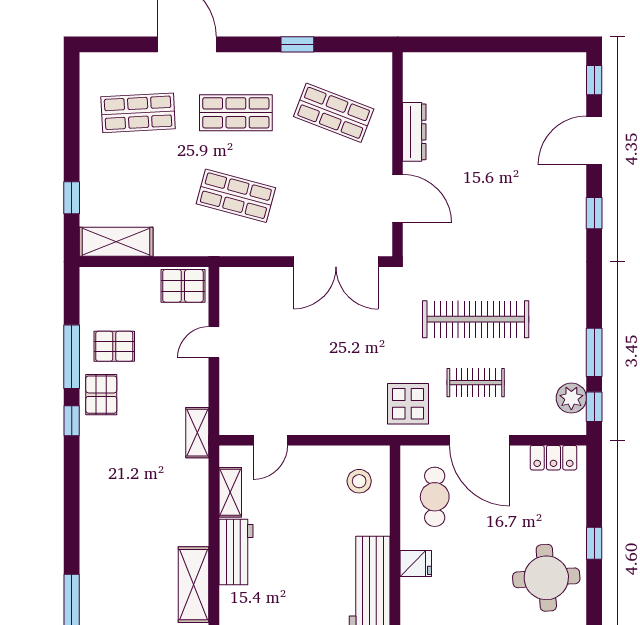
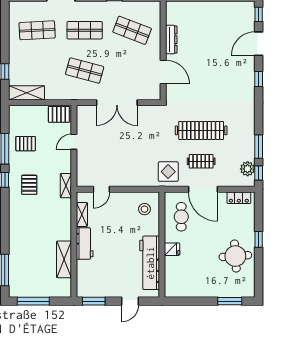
double door: (336, 262) -> (117, 103), moved
pallet: (101, 395) -> (29, 185), moved

